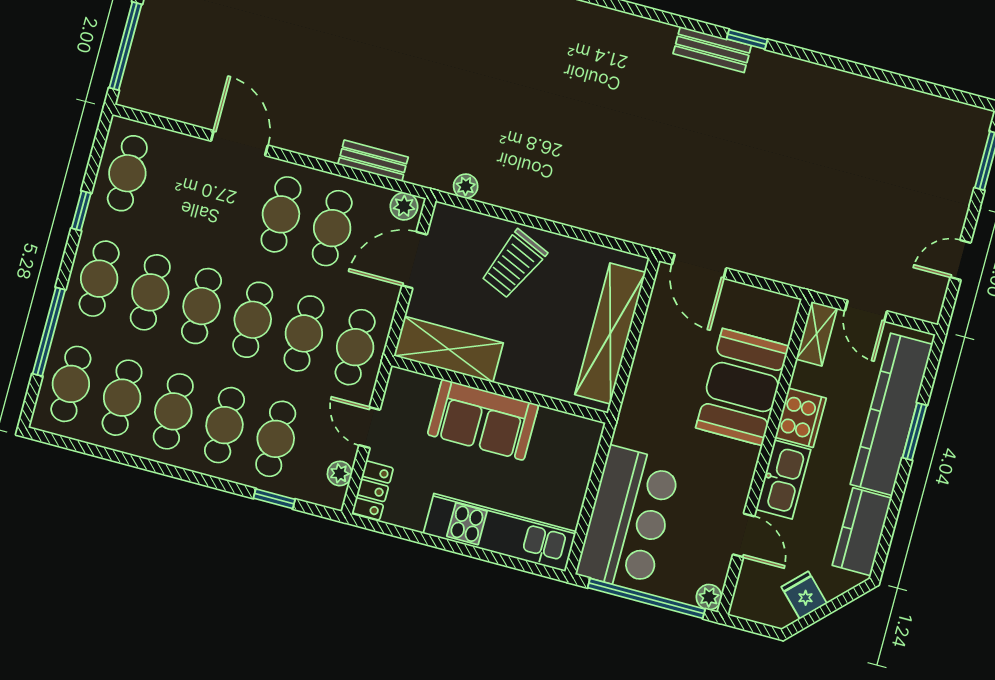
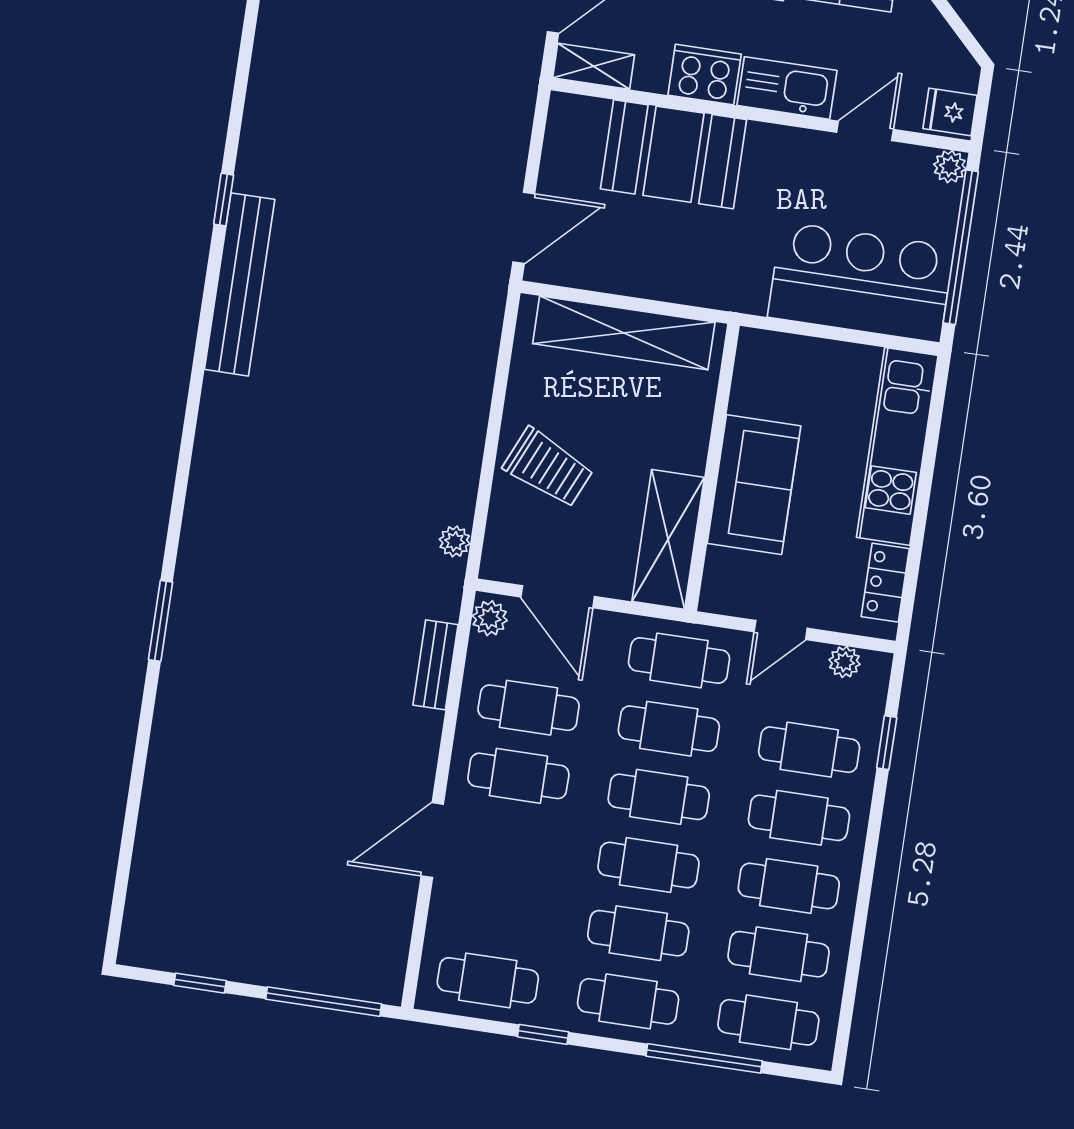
bench: (712, 50) -> (240, 284), width x1.86, depth x1.21
locker: (373, 490) -> (885, 583), moved, turned -90
fridge: (804, 595) -> (950, 112), moved, turned 45

